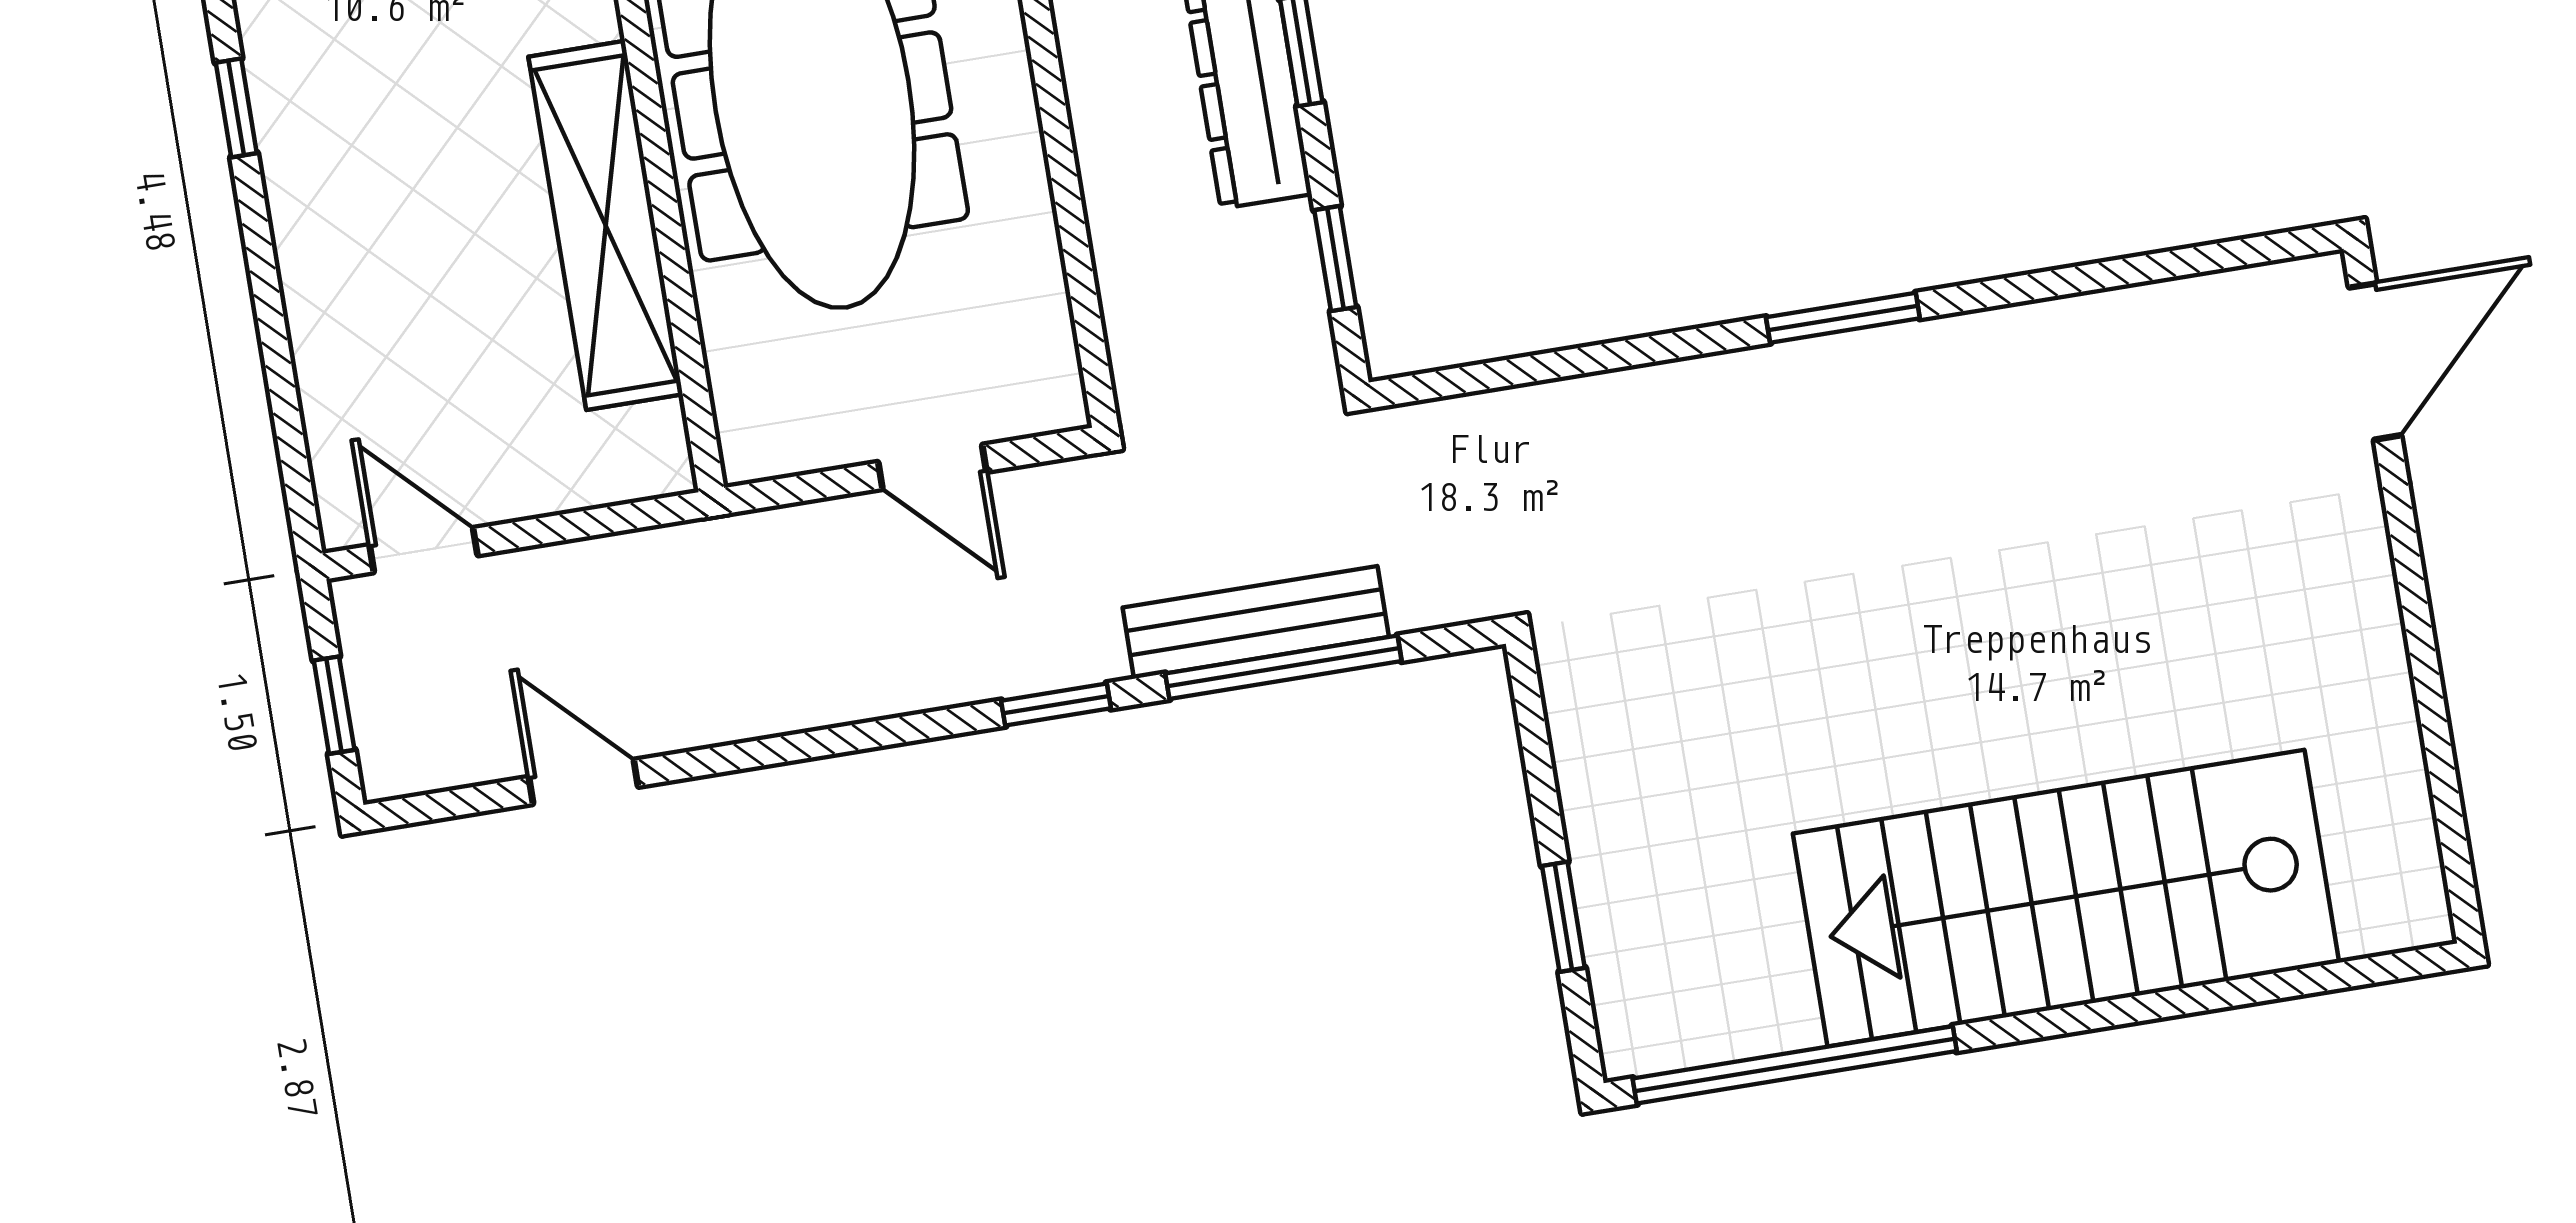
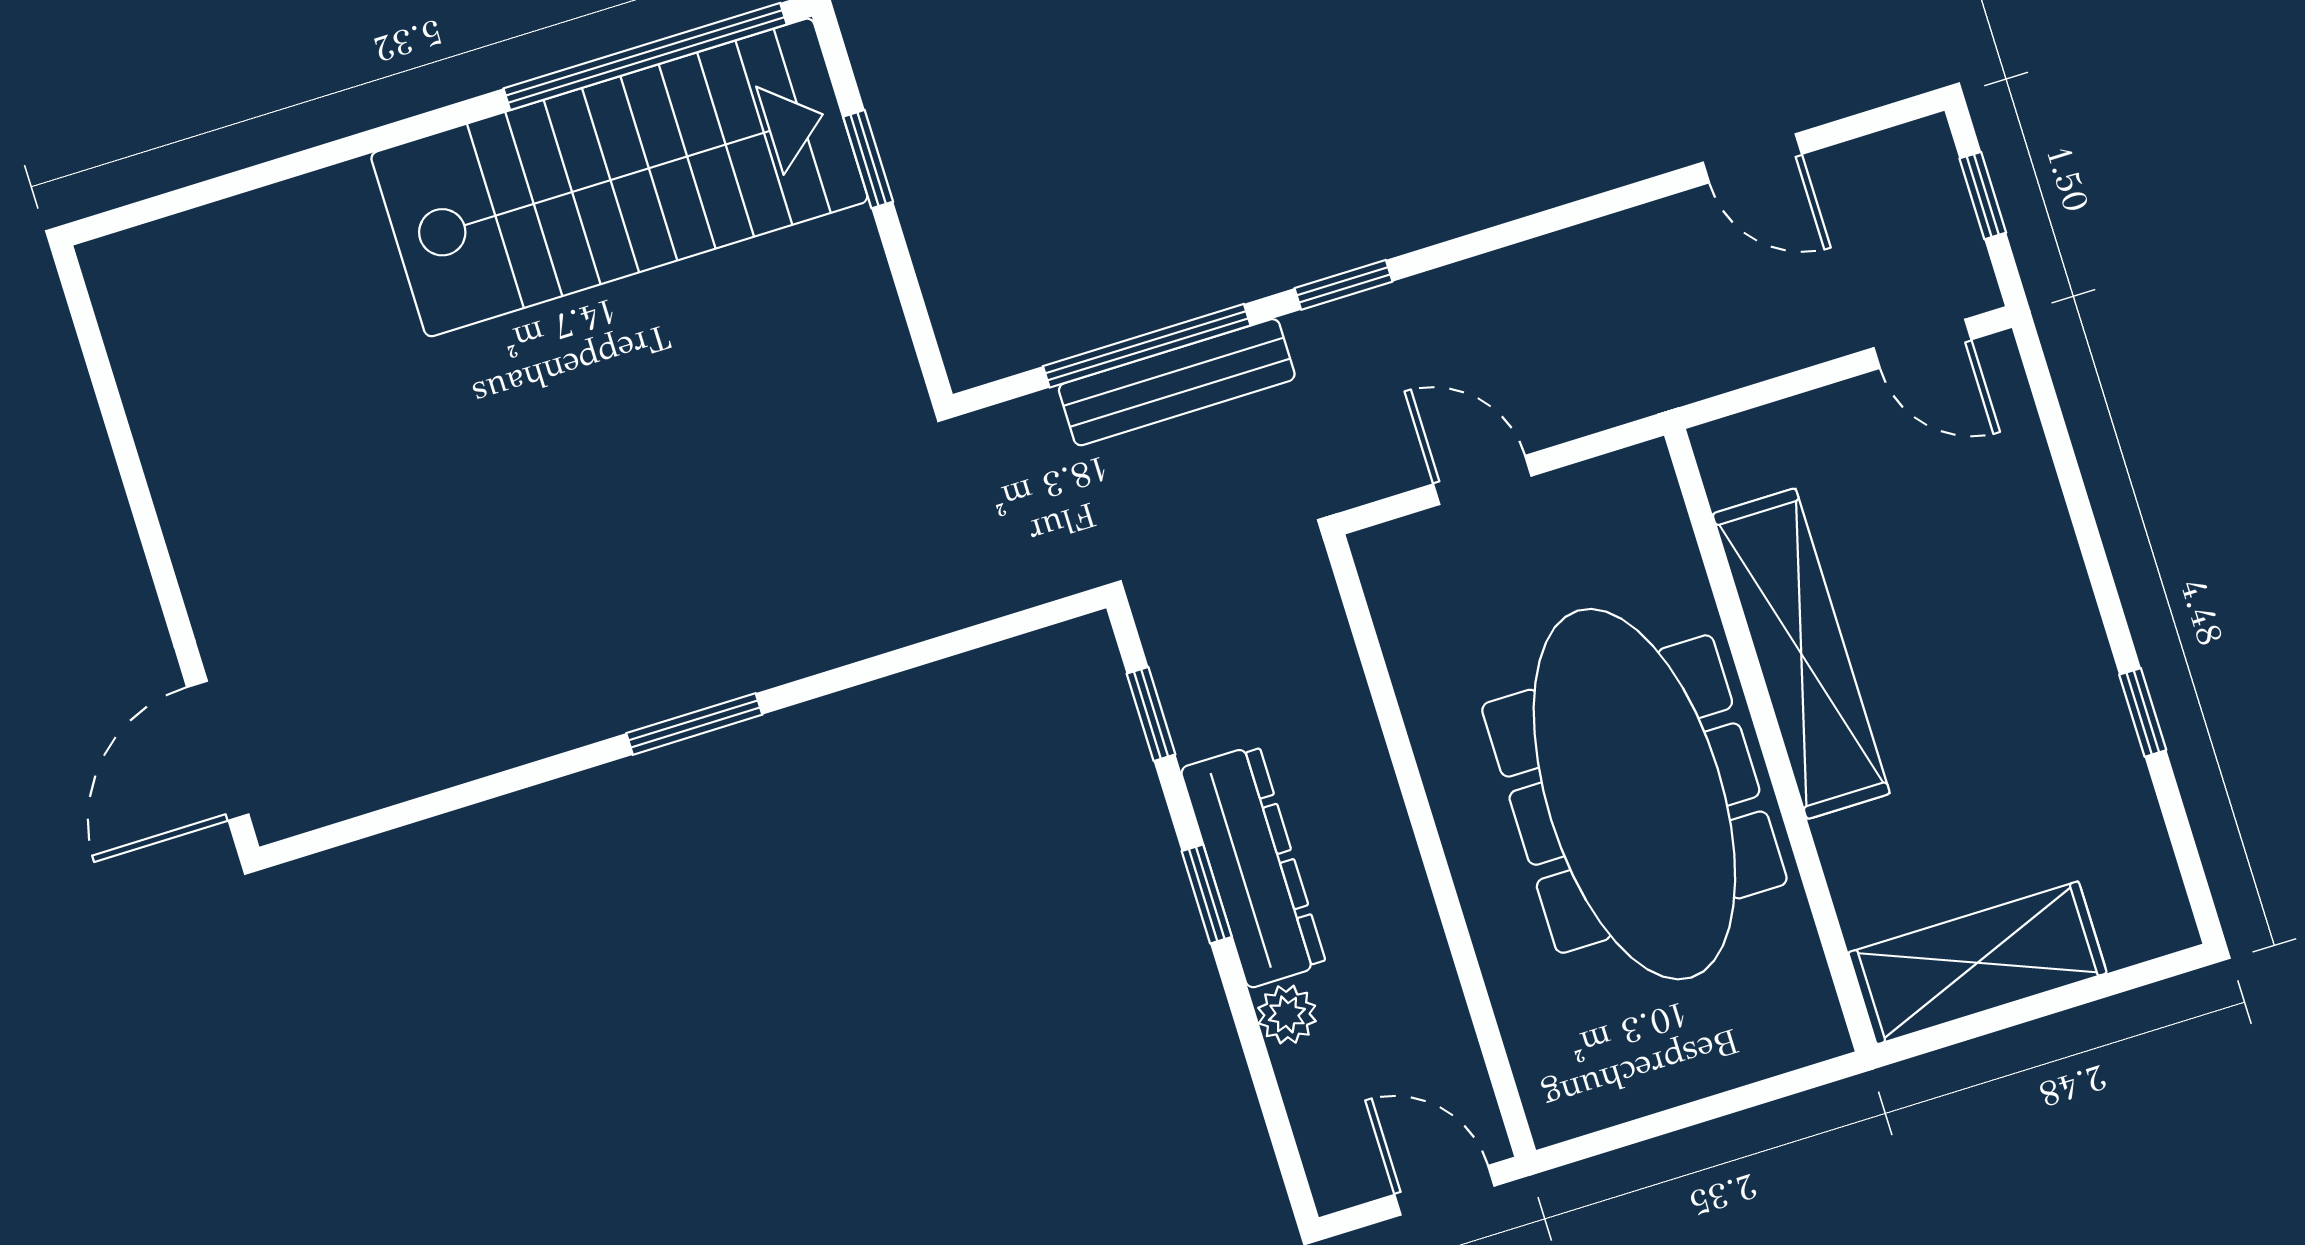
stairs: (2066, 898) -> (619, 177), moved

